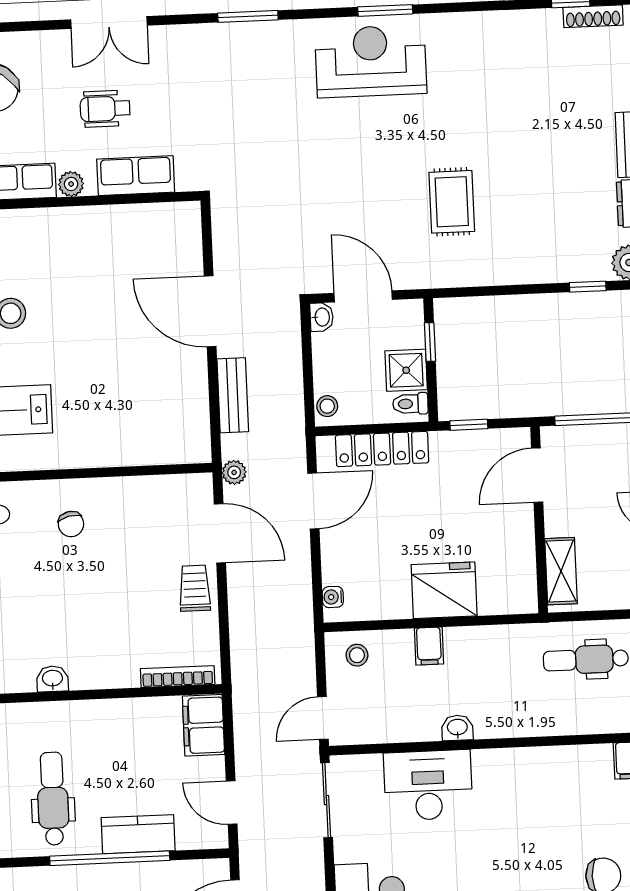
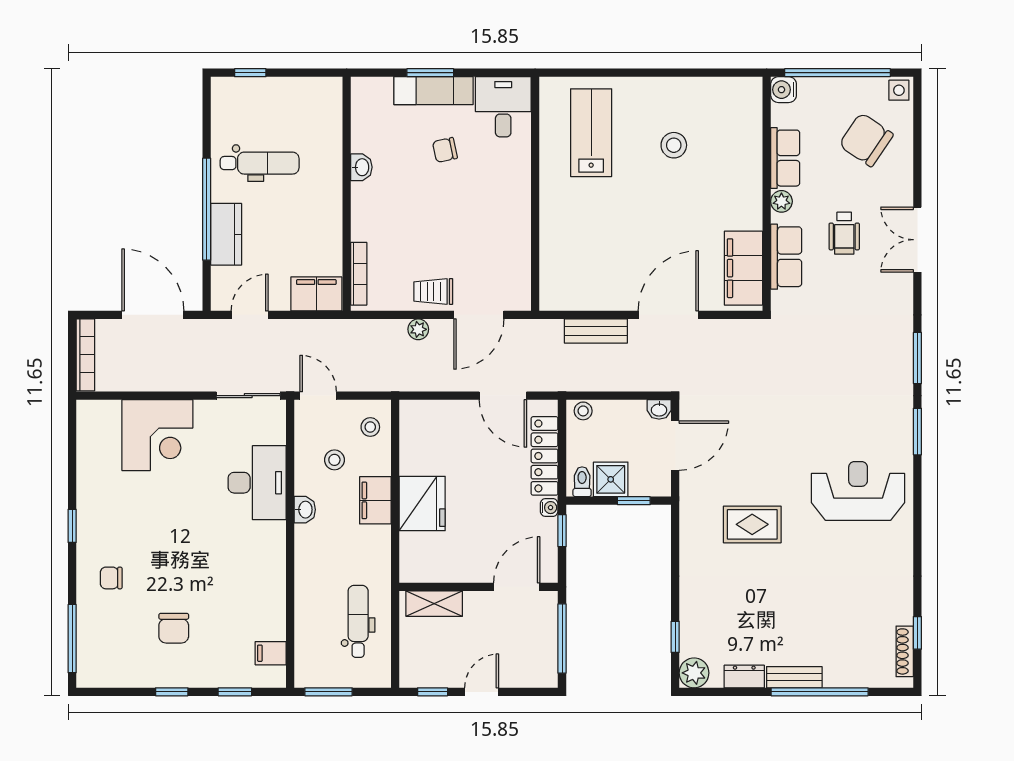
window: (385, 10) -> (917, 432), moved
reception desk: (371, 61) -> (858, 491), moved, turned -90
wheelchair: (105, 109) -> (844, 233), turned 180
filing cabinet: (151, 225) -> (743, 268), added
plant: (234, 472) -> (418, 329), moved
door: (537, 475) -> (517, 587), hinge flipped
chair: (71, 524) -> (445, 150), moved
trolley: (195, 588) -> (433, 291), turned 180
water cooler: (333, 597) -> (549, 508), moved, turned 90
filing cabinet: (429, 646) -> (375, 500), width x2.00
stool: (397, 696) -> (334, 460), added

